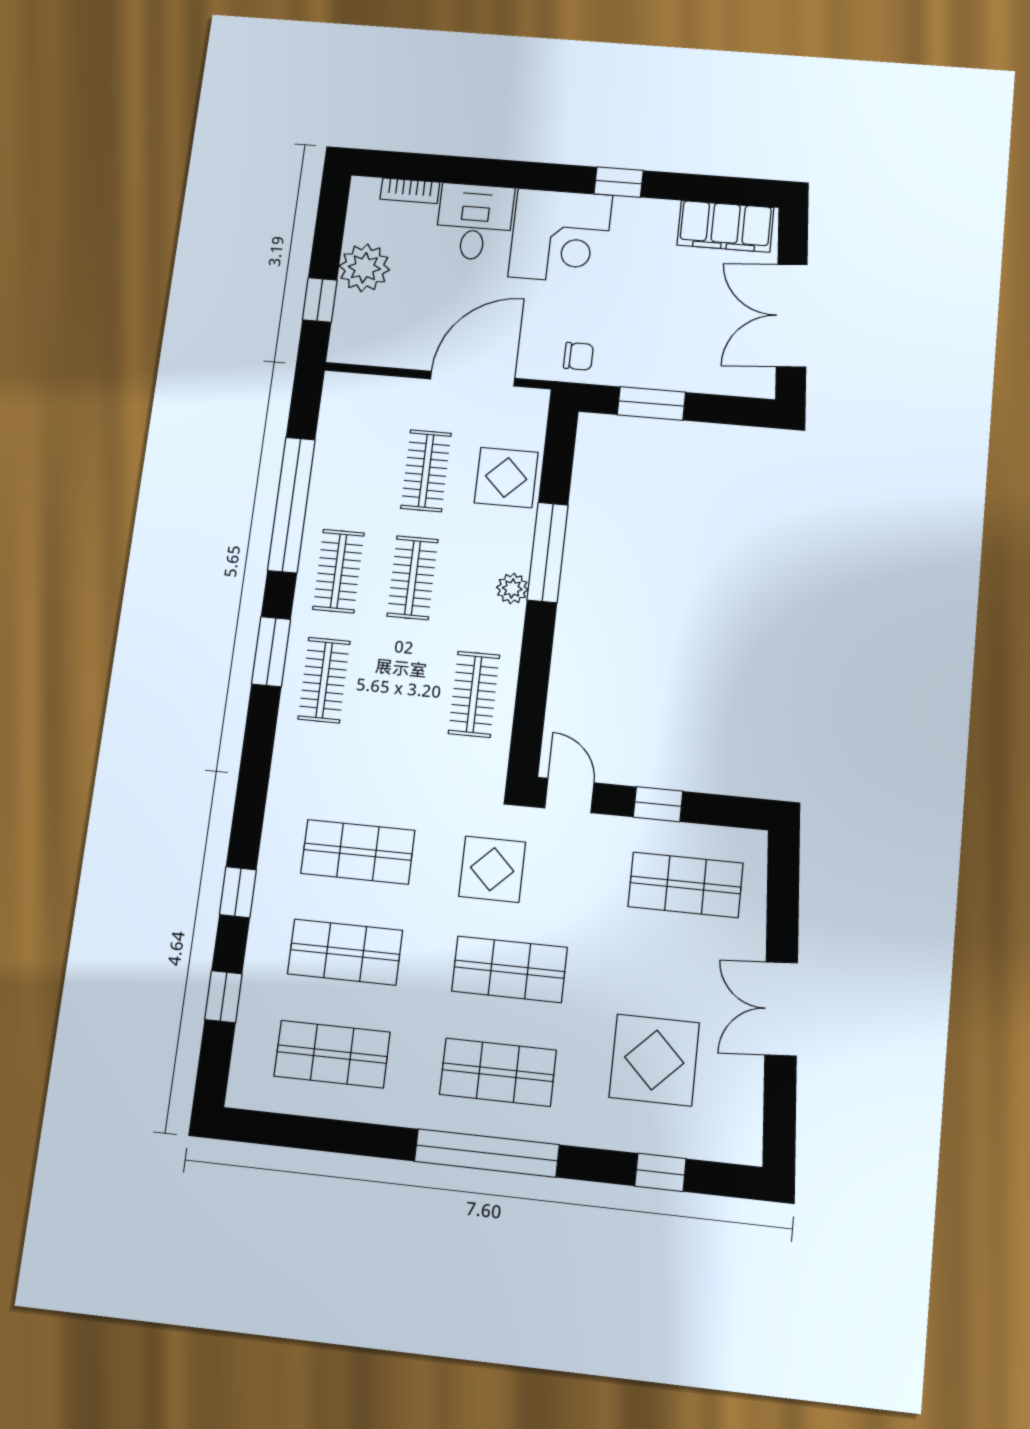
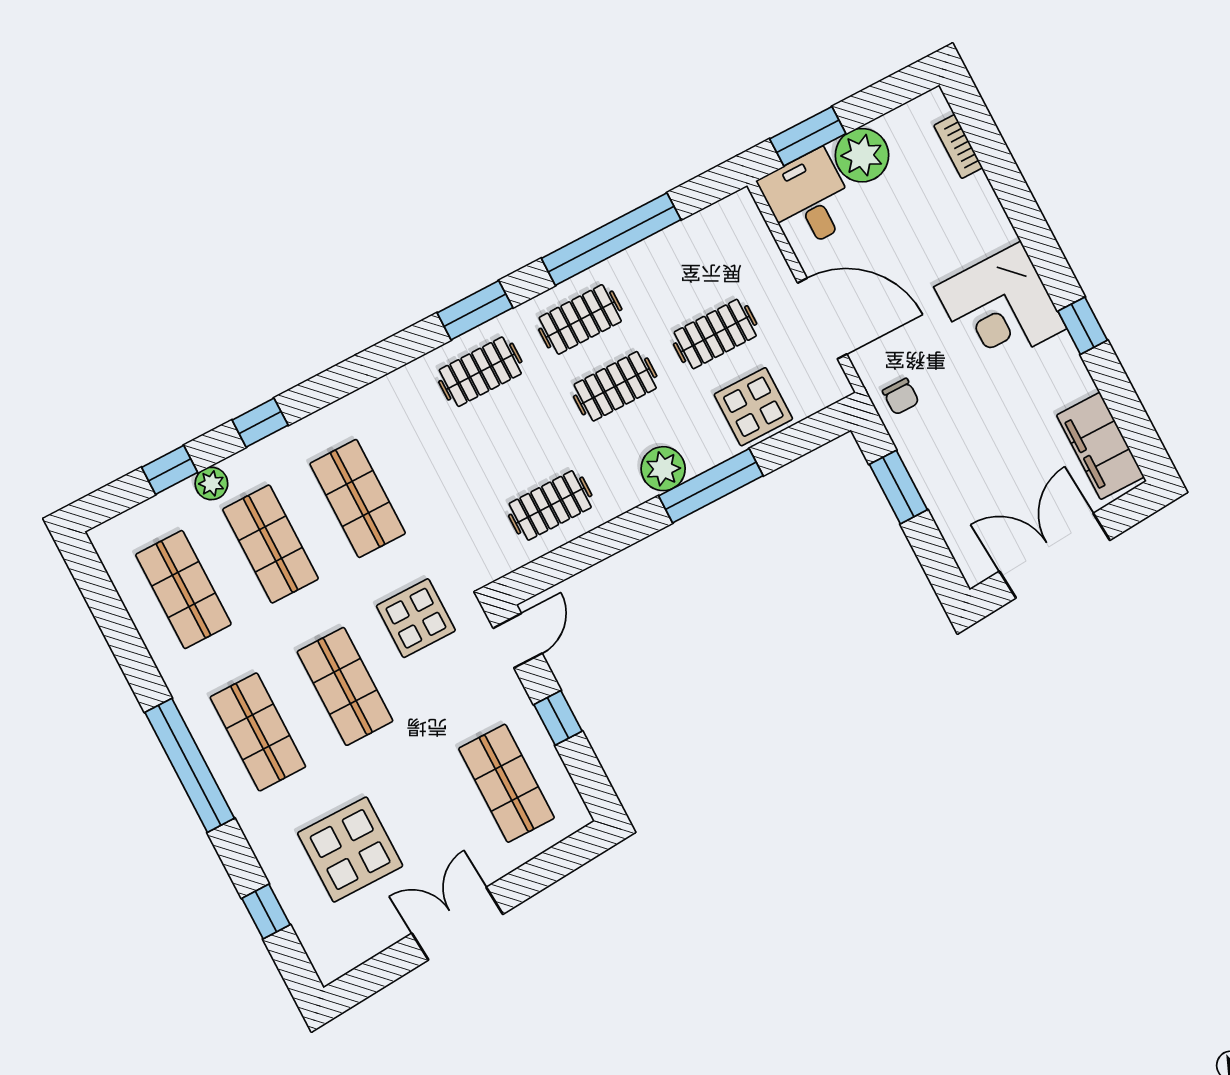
desk: (474, 222) -> (808, 200), moved, turned -90
window: (320, 300) -> (808, 136), width x1.50
plant: (512, 588) -> (663, 469), width x1.38, depth x1.38
plant: (260, 968) -> (211, 483), added

